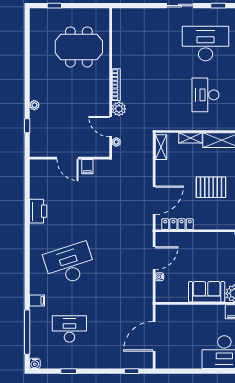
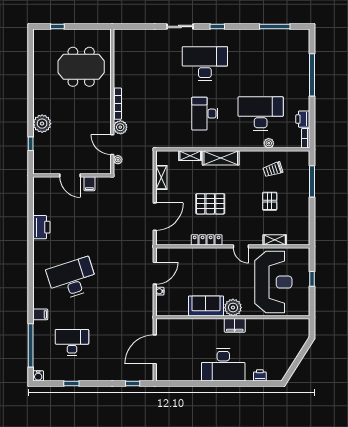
plant: (34, 105) -> (42, 124), width x1.88, depth x1.88
shelving: (161, 147) -> (161, 177), moved
locker: (177, 224) -> (207, 240), moved

